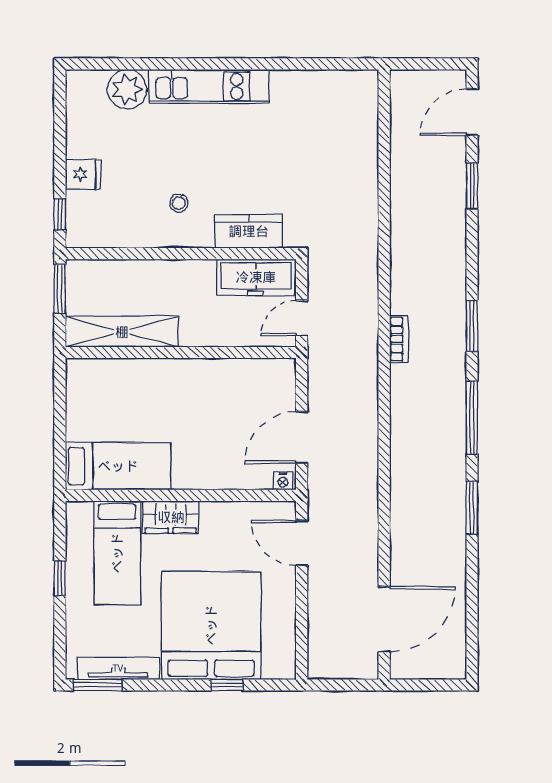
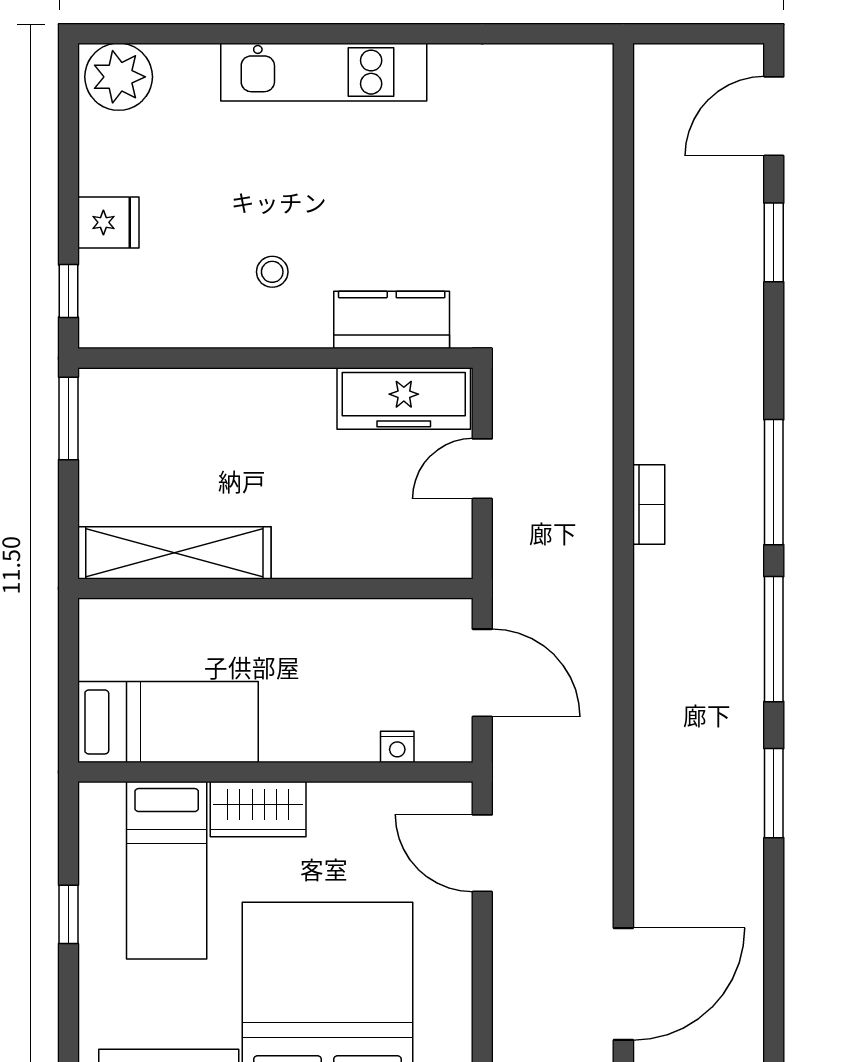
plant: (127, 89) -> (119, 77), moved
window: (472, 326) -> (774, 482), width x1.44
shelving: (122, 332) -> (174, 553), moved
wall: (181, 353) -> (275, 589), moved
door: (302, 438) -> (482, 673), swing flipped
nightstand: (283, 481) -> (397, 747), moved

